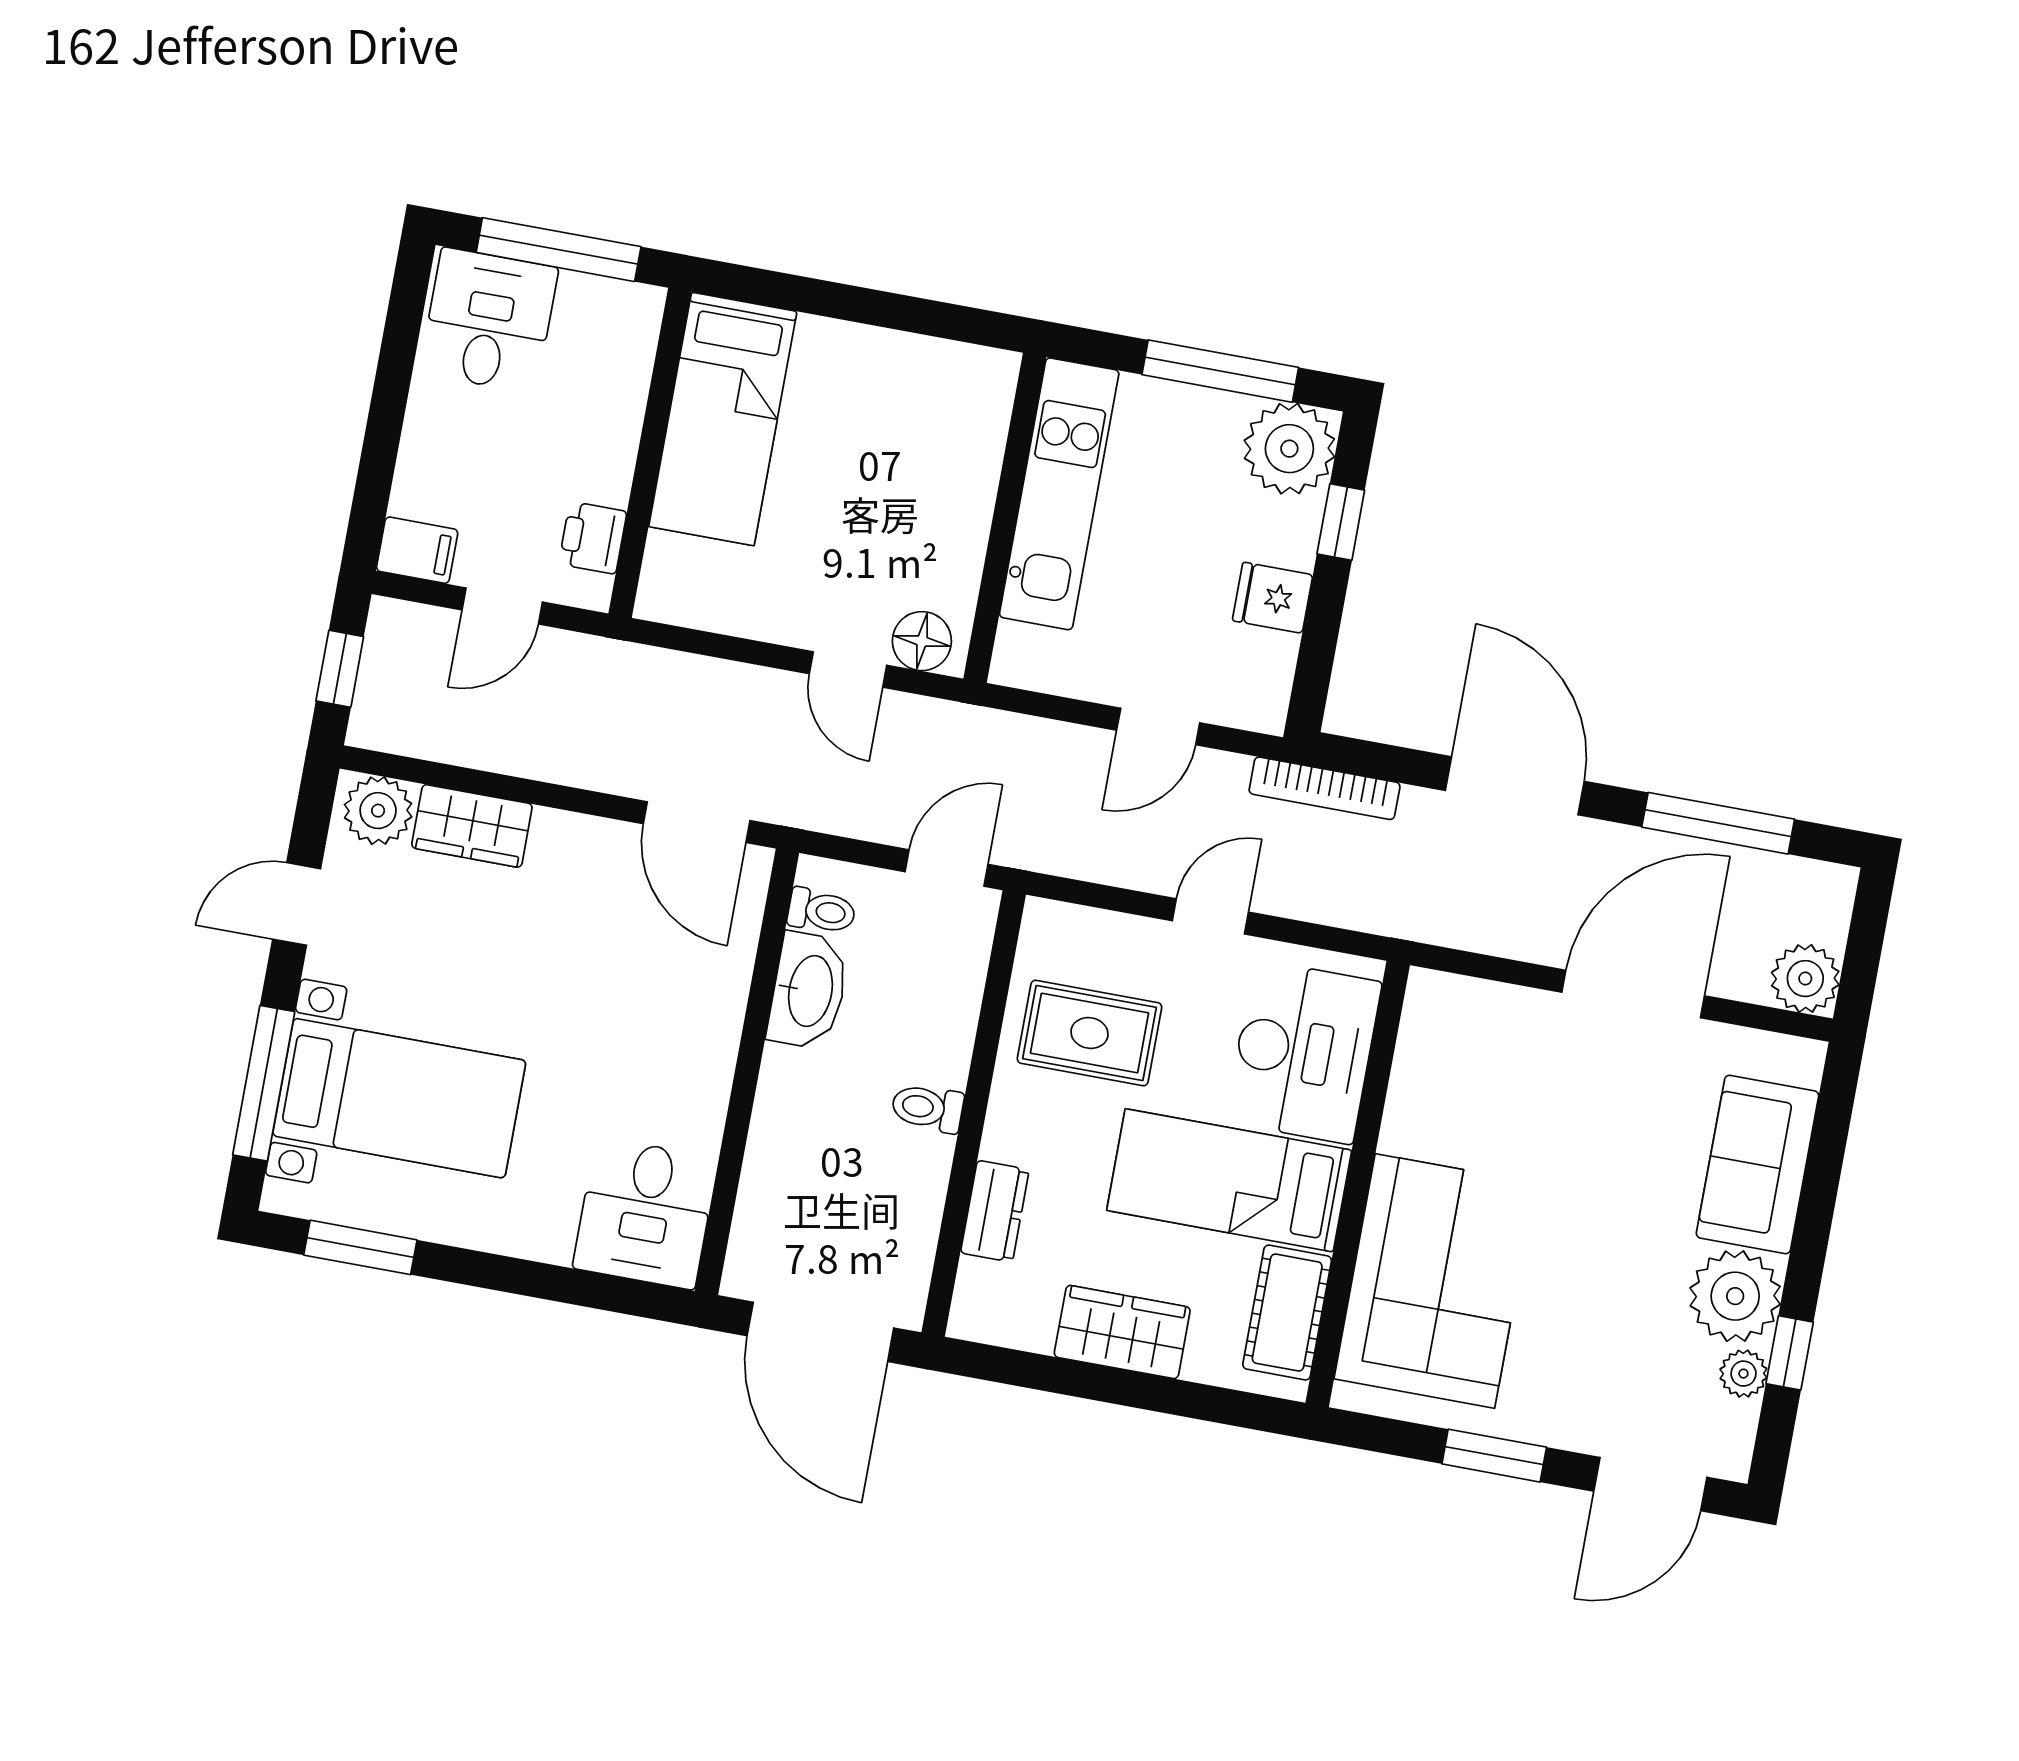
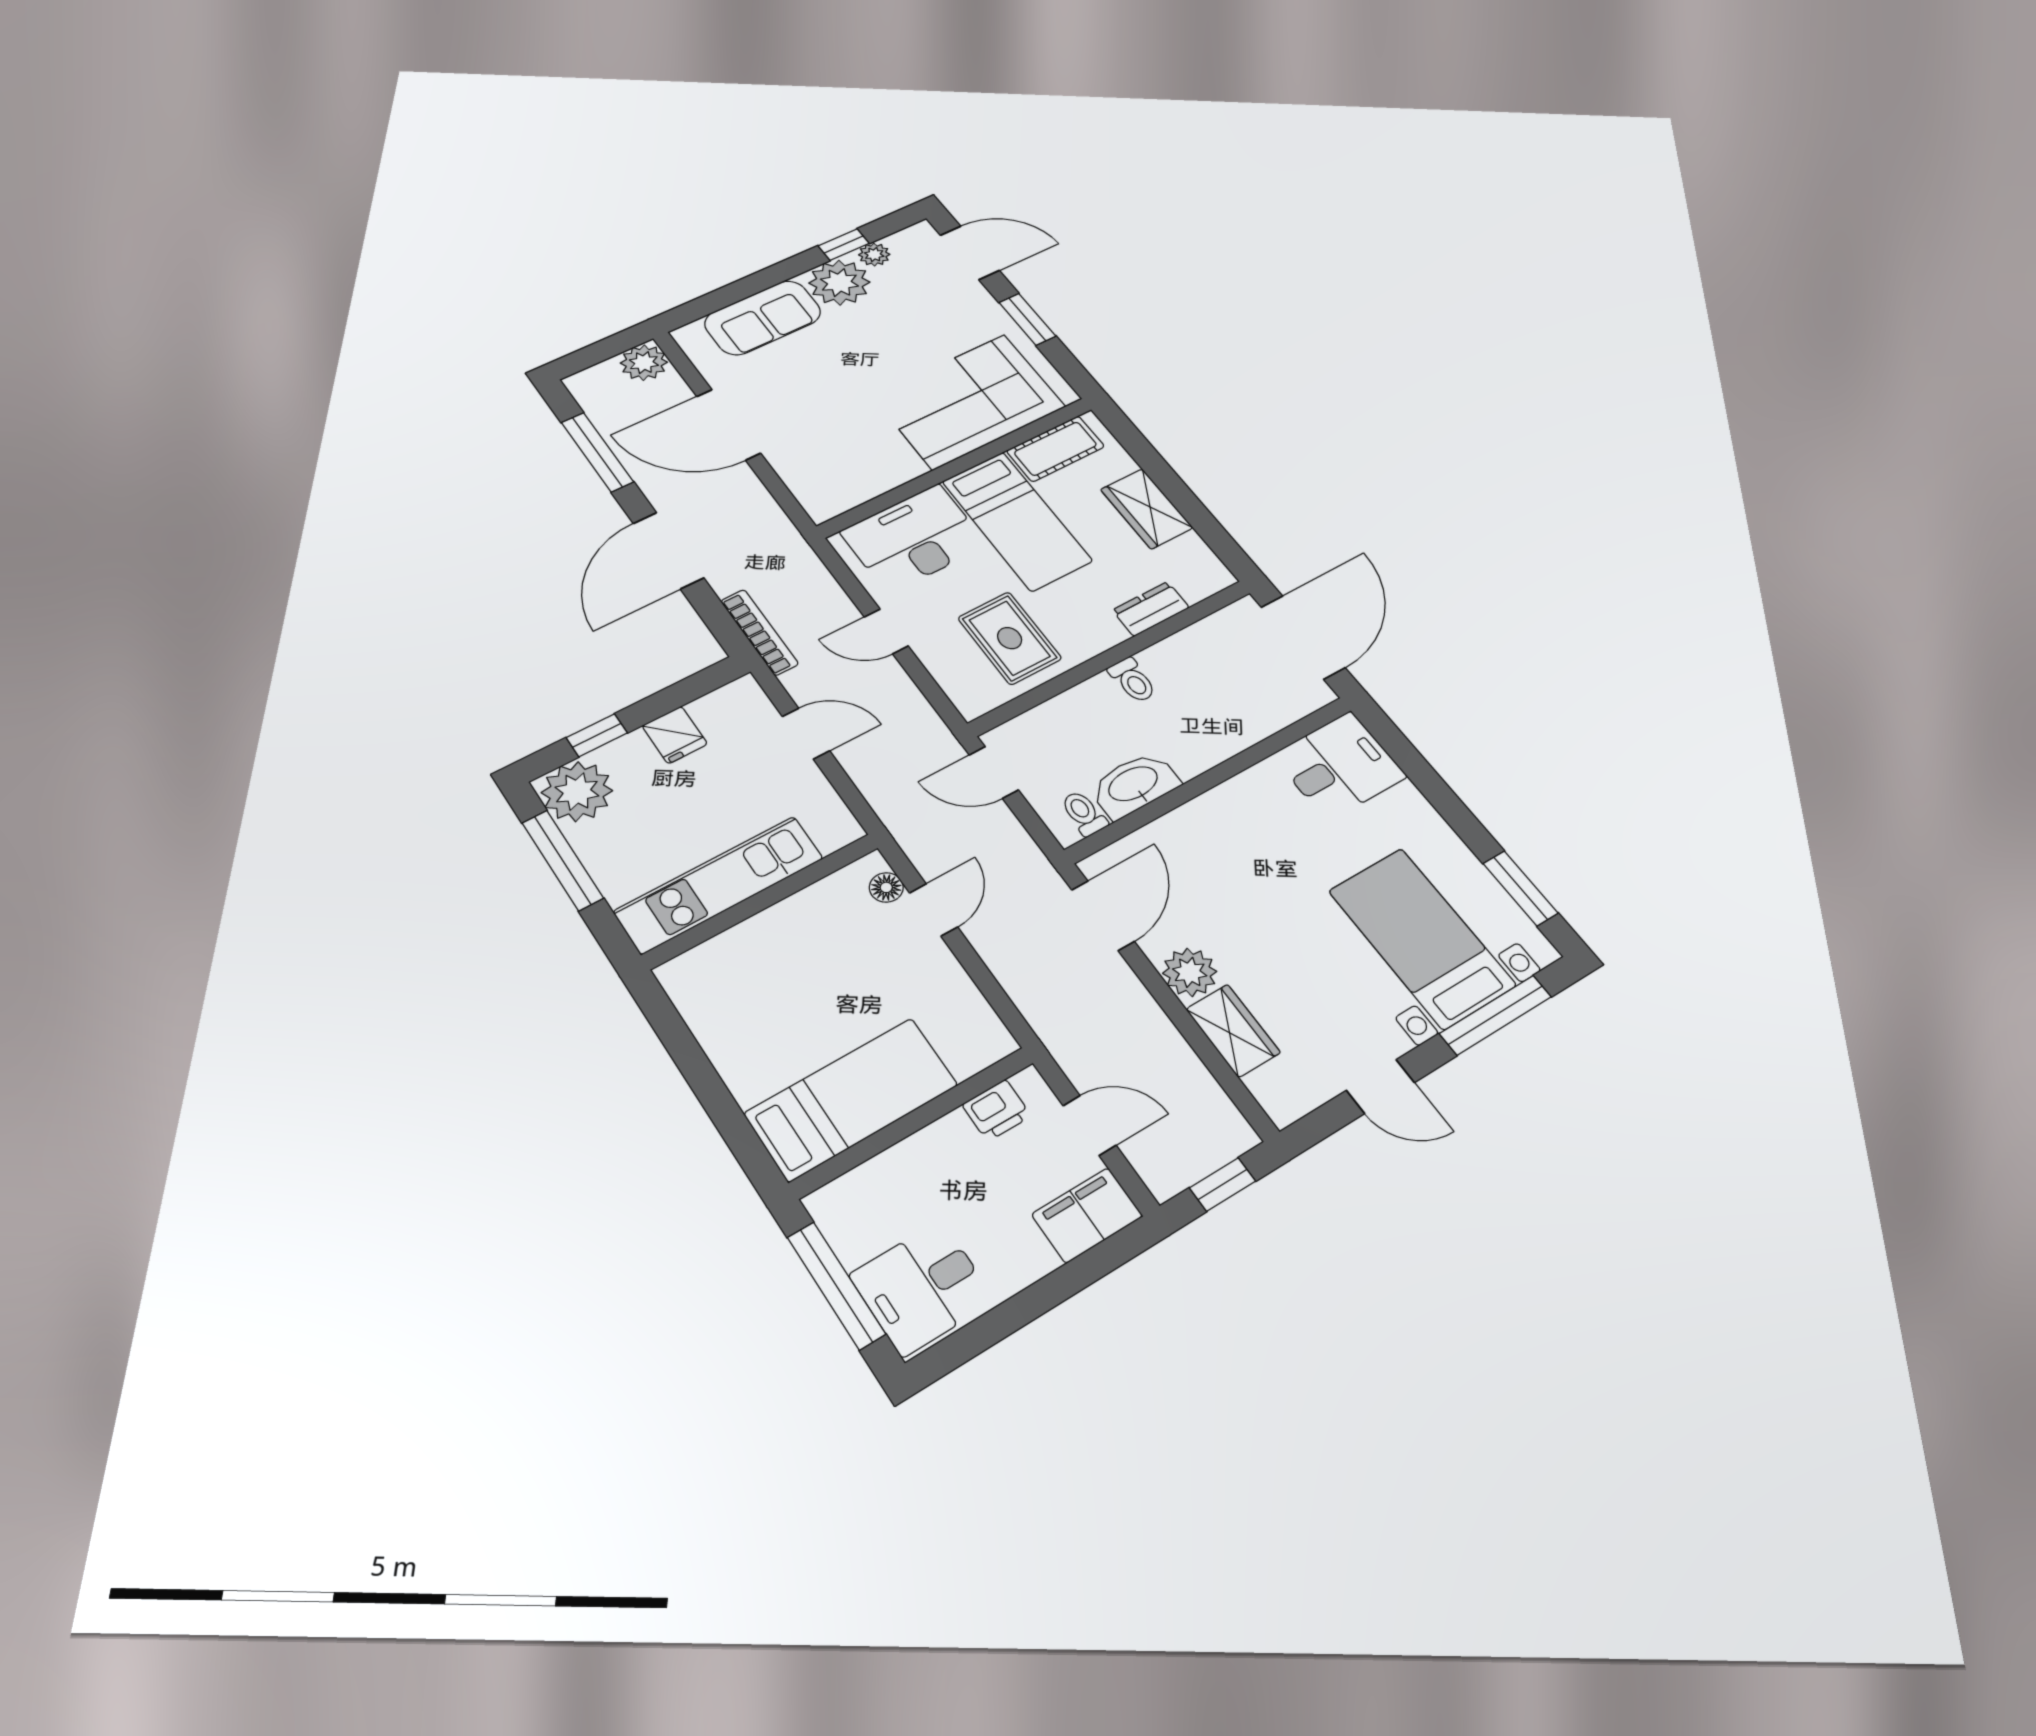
filing cabinet: (417, 550) -> (1087, 1215), width x2.00
floor lamp: (922, 641) -> (886, 887), width x0.73, depth x0.73
plant: (378, 811) -> (1190, 972), moved

